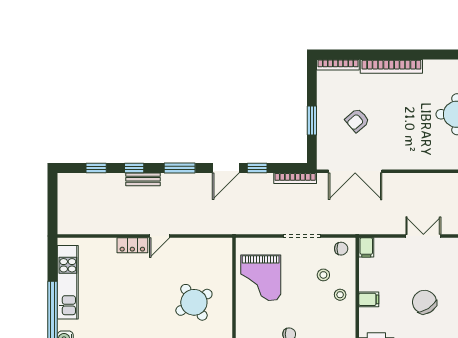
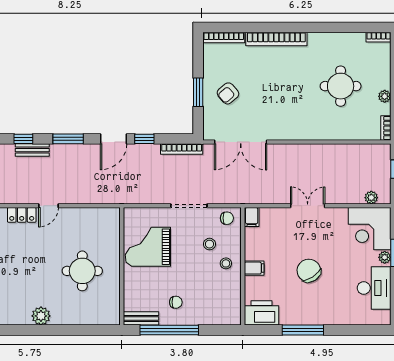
armchair: (357, 120) -> (228, 93), moved
grand piano: (261, 278) -> (148, 247), turned 90
round table: (194, 302) -> (82, 271), turned 32

